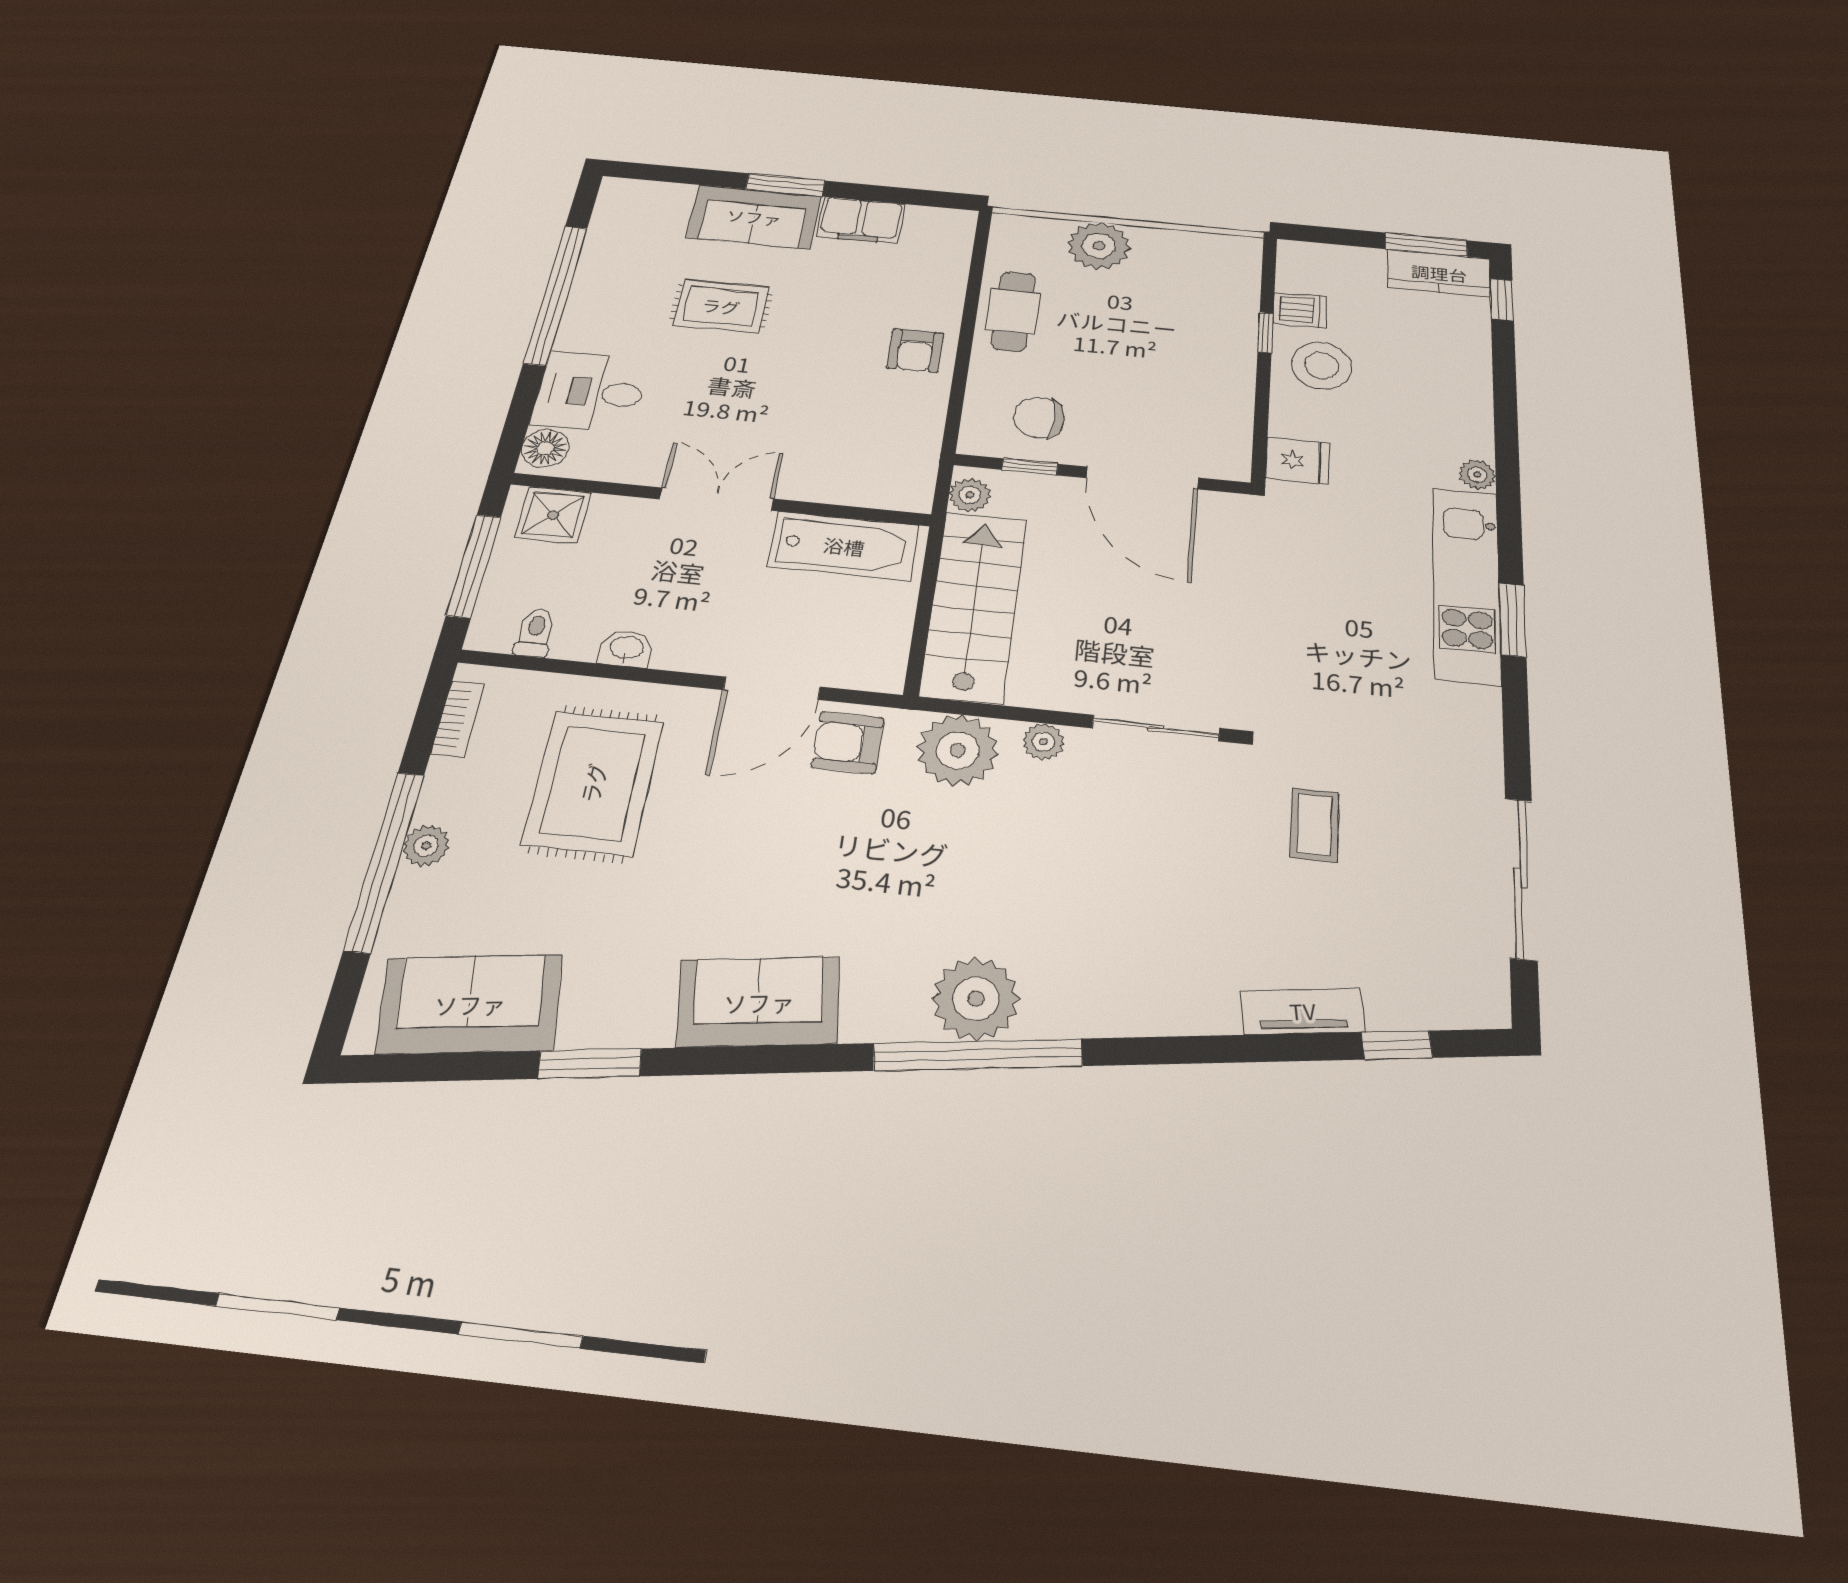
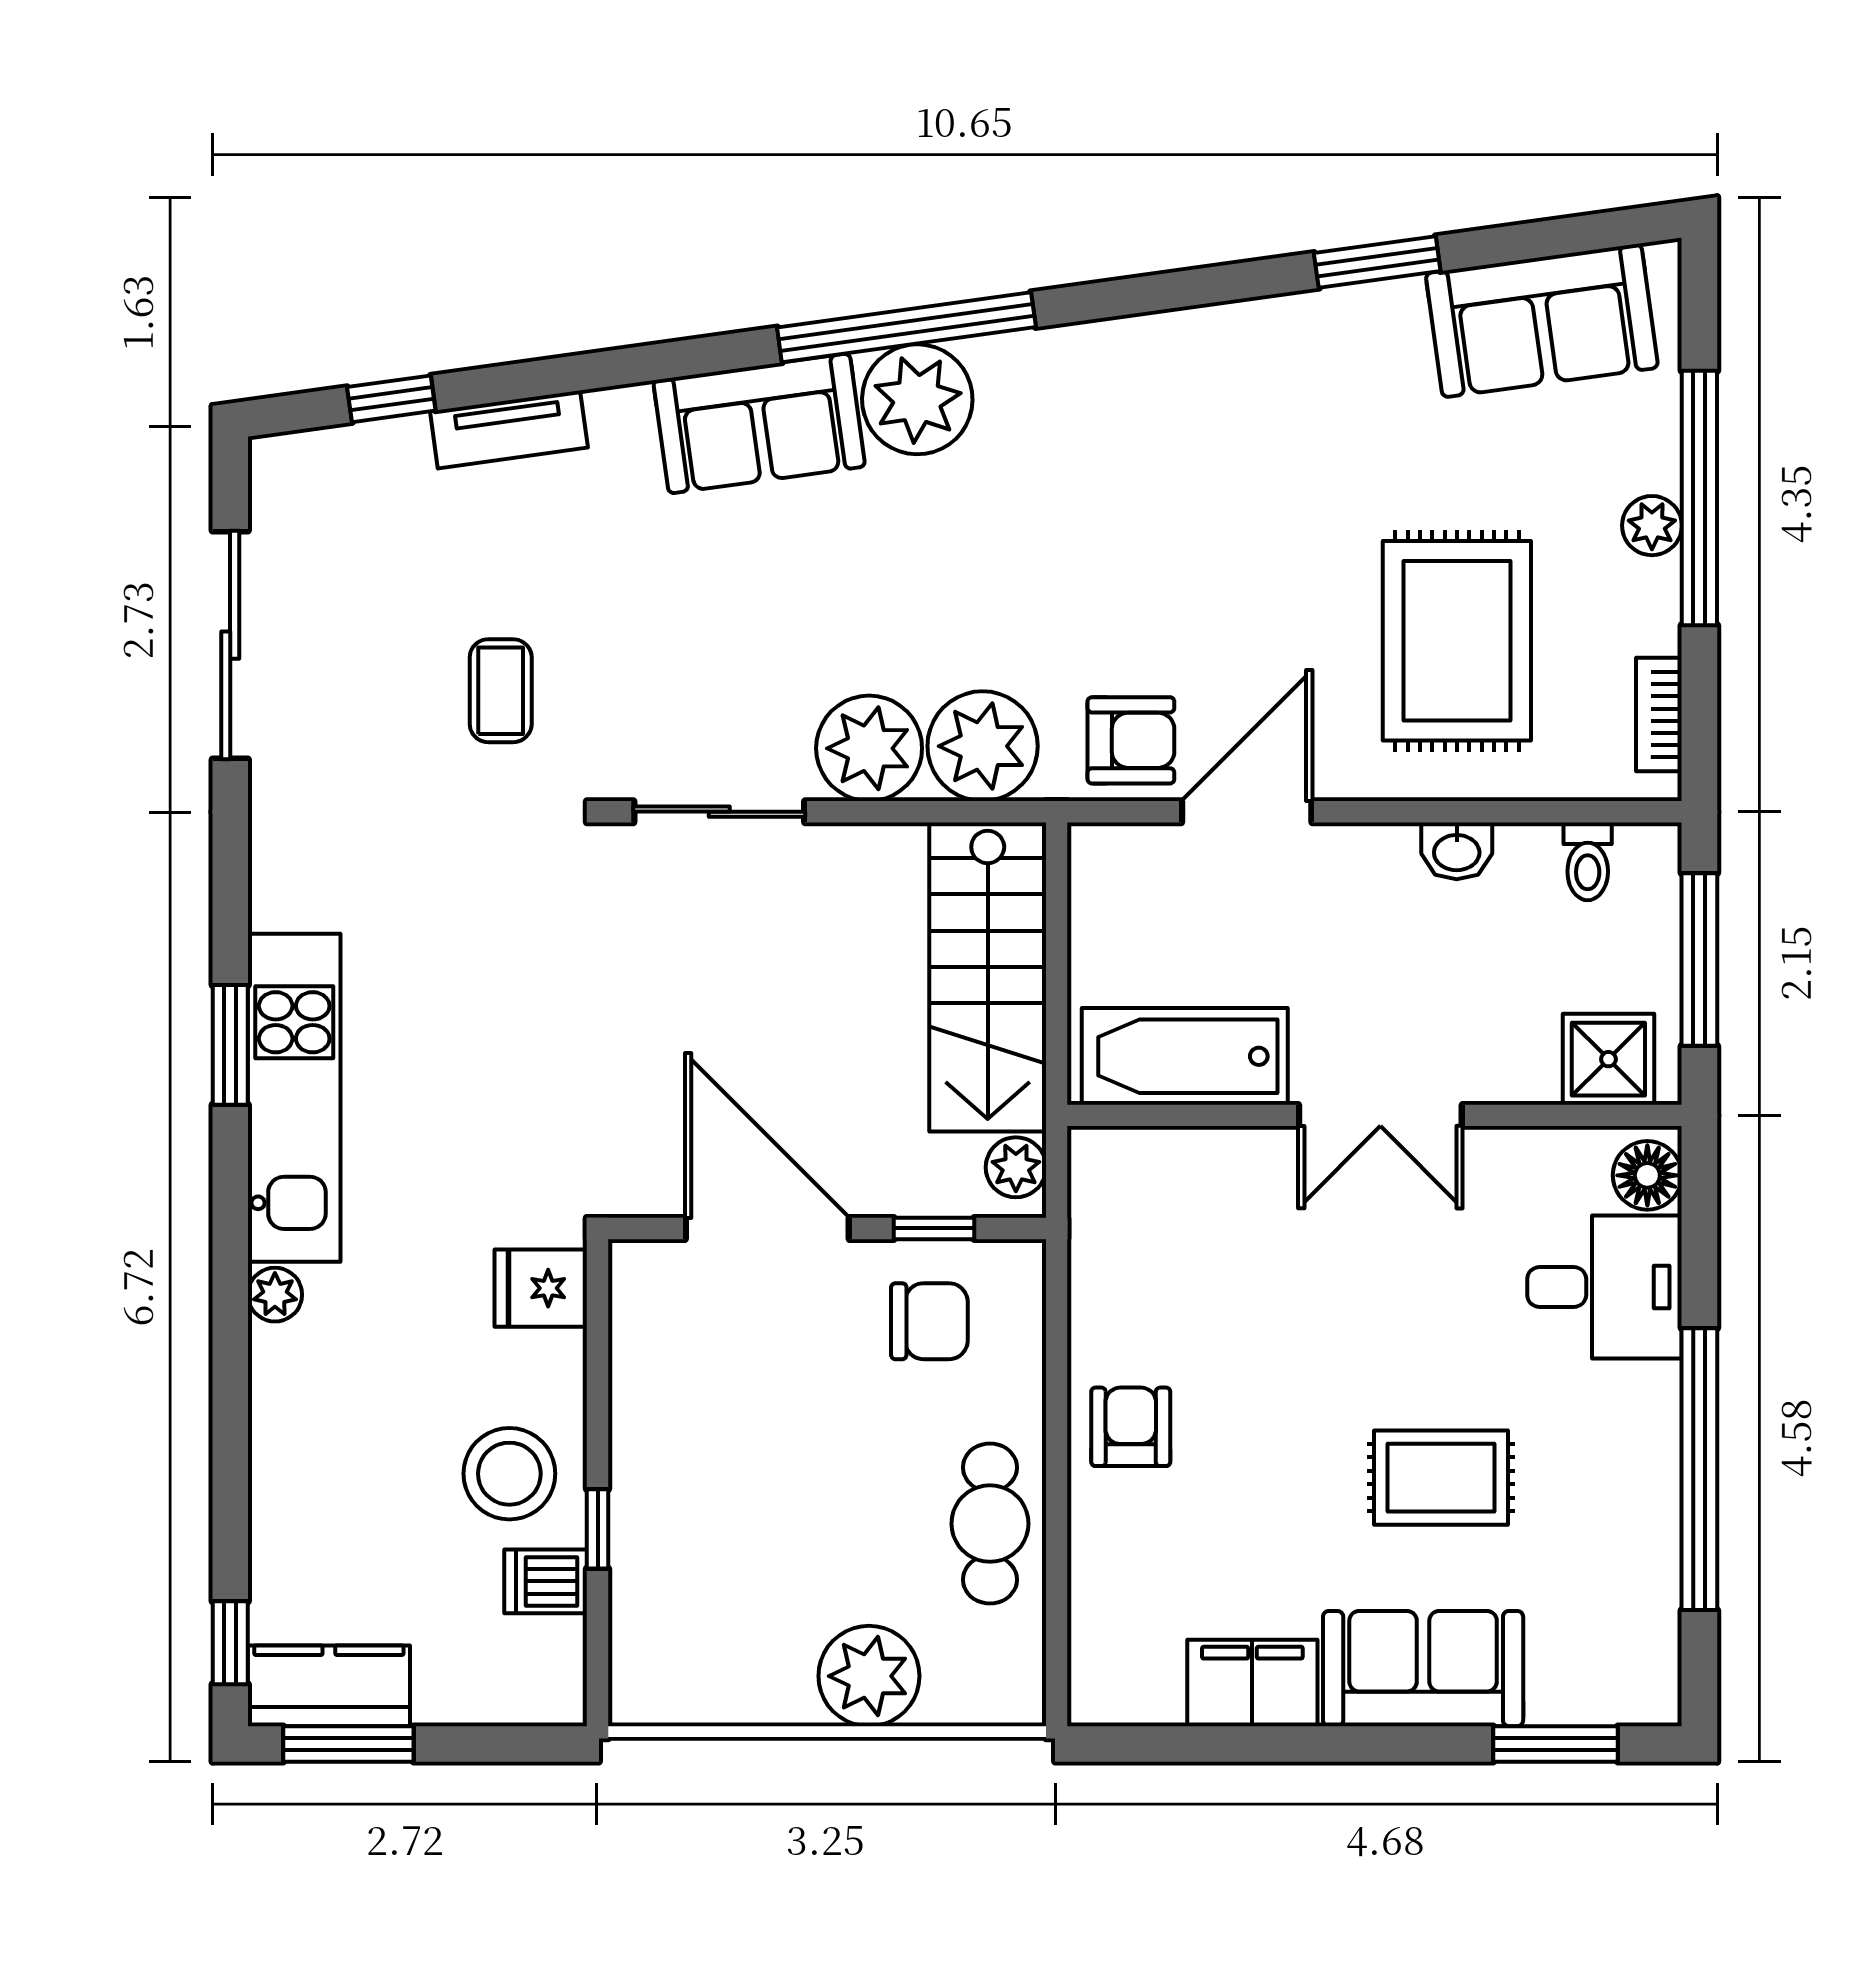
window: (785, 185) -> (1555, 1744), moved
plant: (1043, 742) -> (869, 748), width x1.88, depth x1.88
sofa: (759, 1002) -> (759, 423), moved

